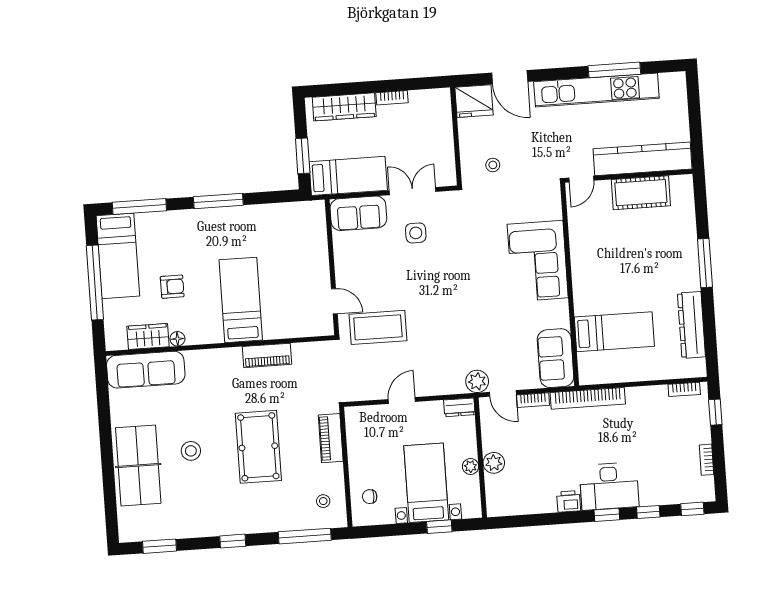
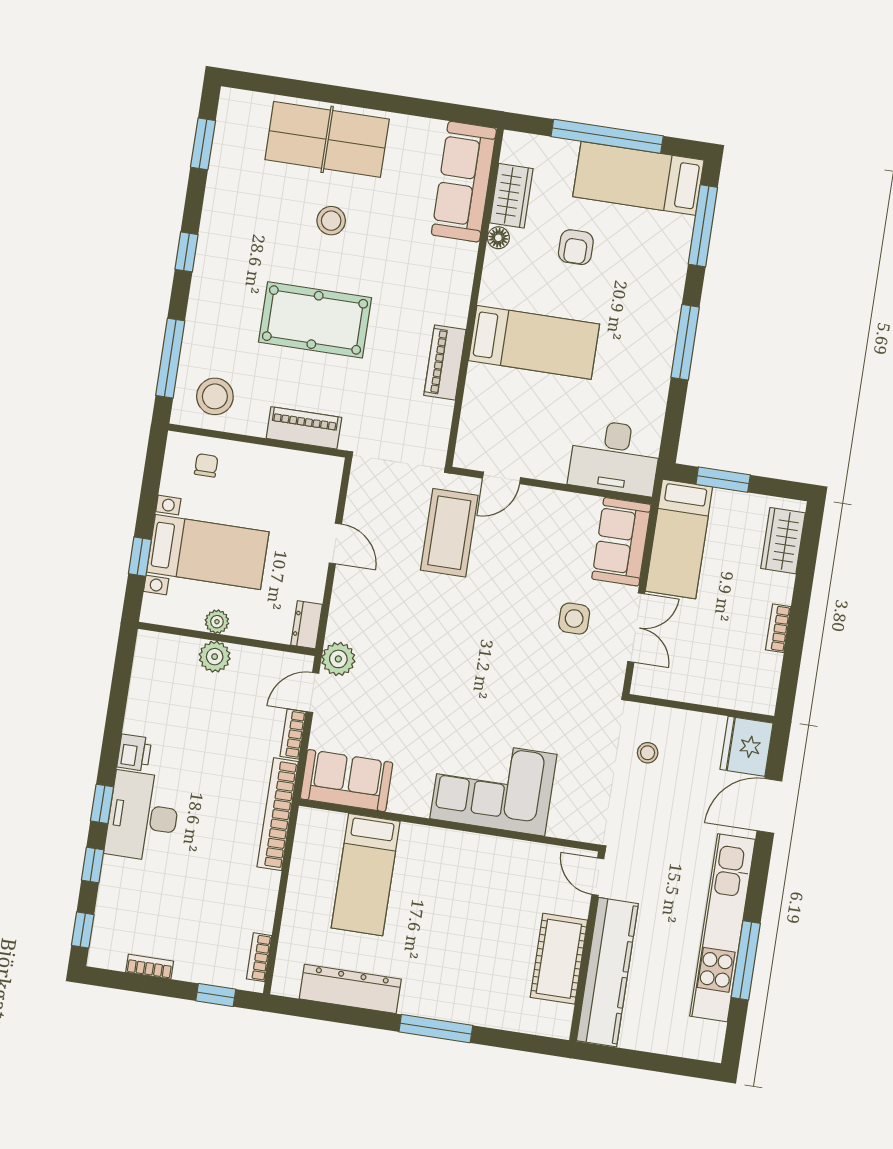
wardrobe: (344, 107) -> (783, 541), width x0.67
desk: (304, 230) -> (615, 457), added
stool: (323, 501) -> (215, 396), width x1.89, depth x1.89

